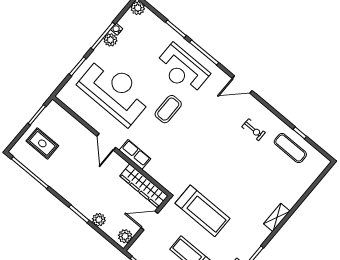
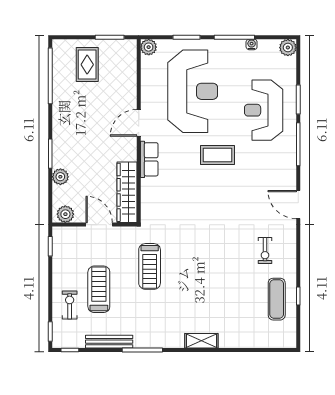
plant: (110, 40) -> (149, 47), moved
reception desk: (182, 69) -> (264, 110), moved
treadmill: (203, 211) -> (150, 266), width x0.73, depth x0.73

